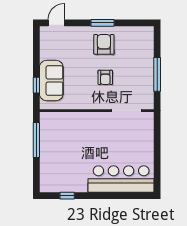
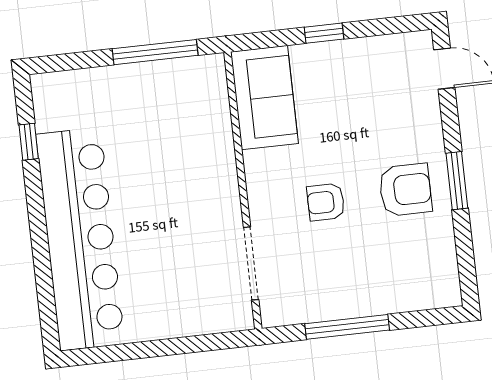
sofa: (51, 81) -> (264, 98), moved, turned -90
window: (36, 85) -> (324, 33), moved
bar counter: (121, 179) -> (80, 239), width x1.36

